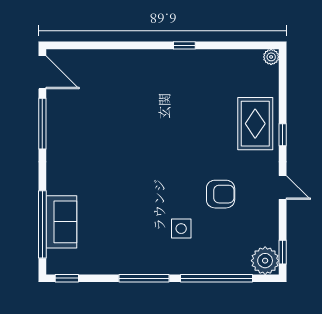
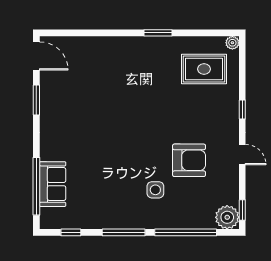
window: (184, 45) -> (158, 33), width x1.50
window: (42, 124) -> (36, 100), width x0.69
rug: (255, 124) -> (204, 69), moved, turned 90
armchair: (221, 194) -> (189, 160), width x1.36, depth x1.36
window: (67, 278) -> (71, 232), moved

